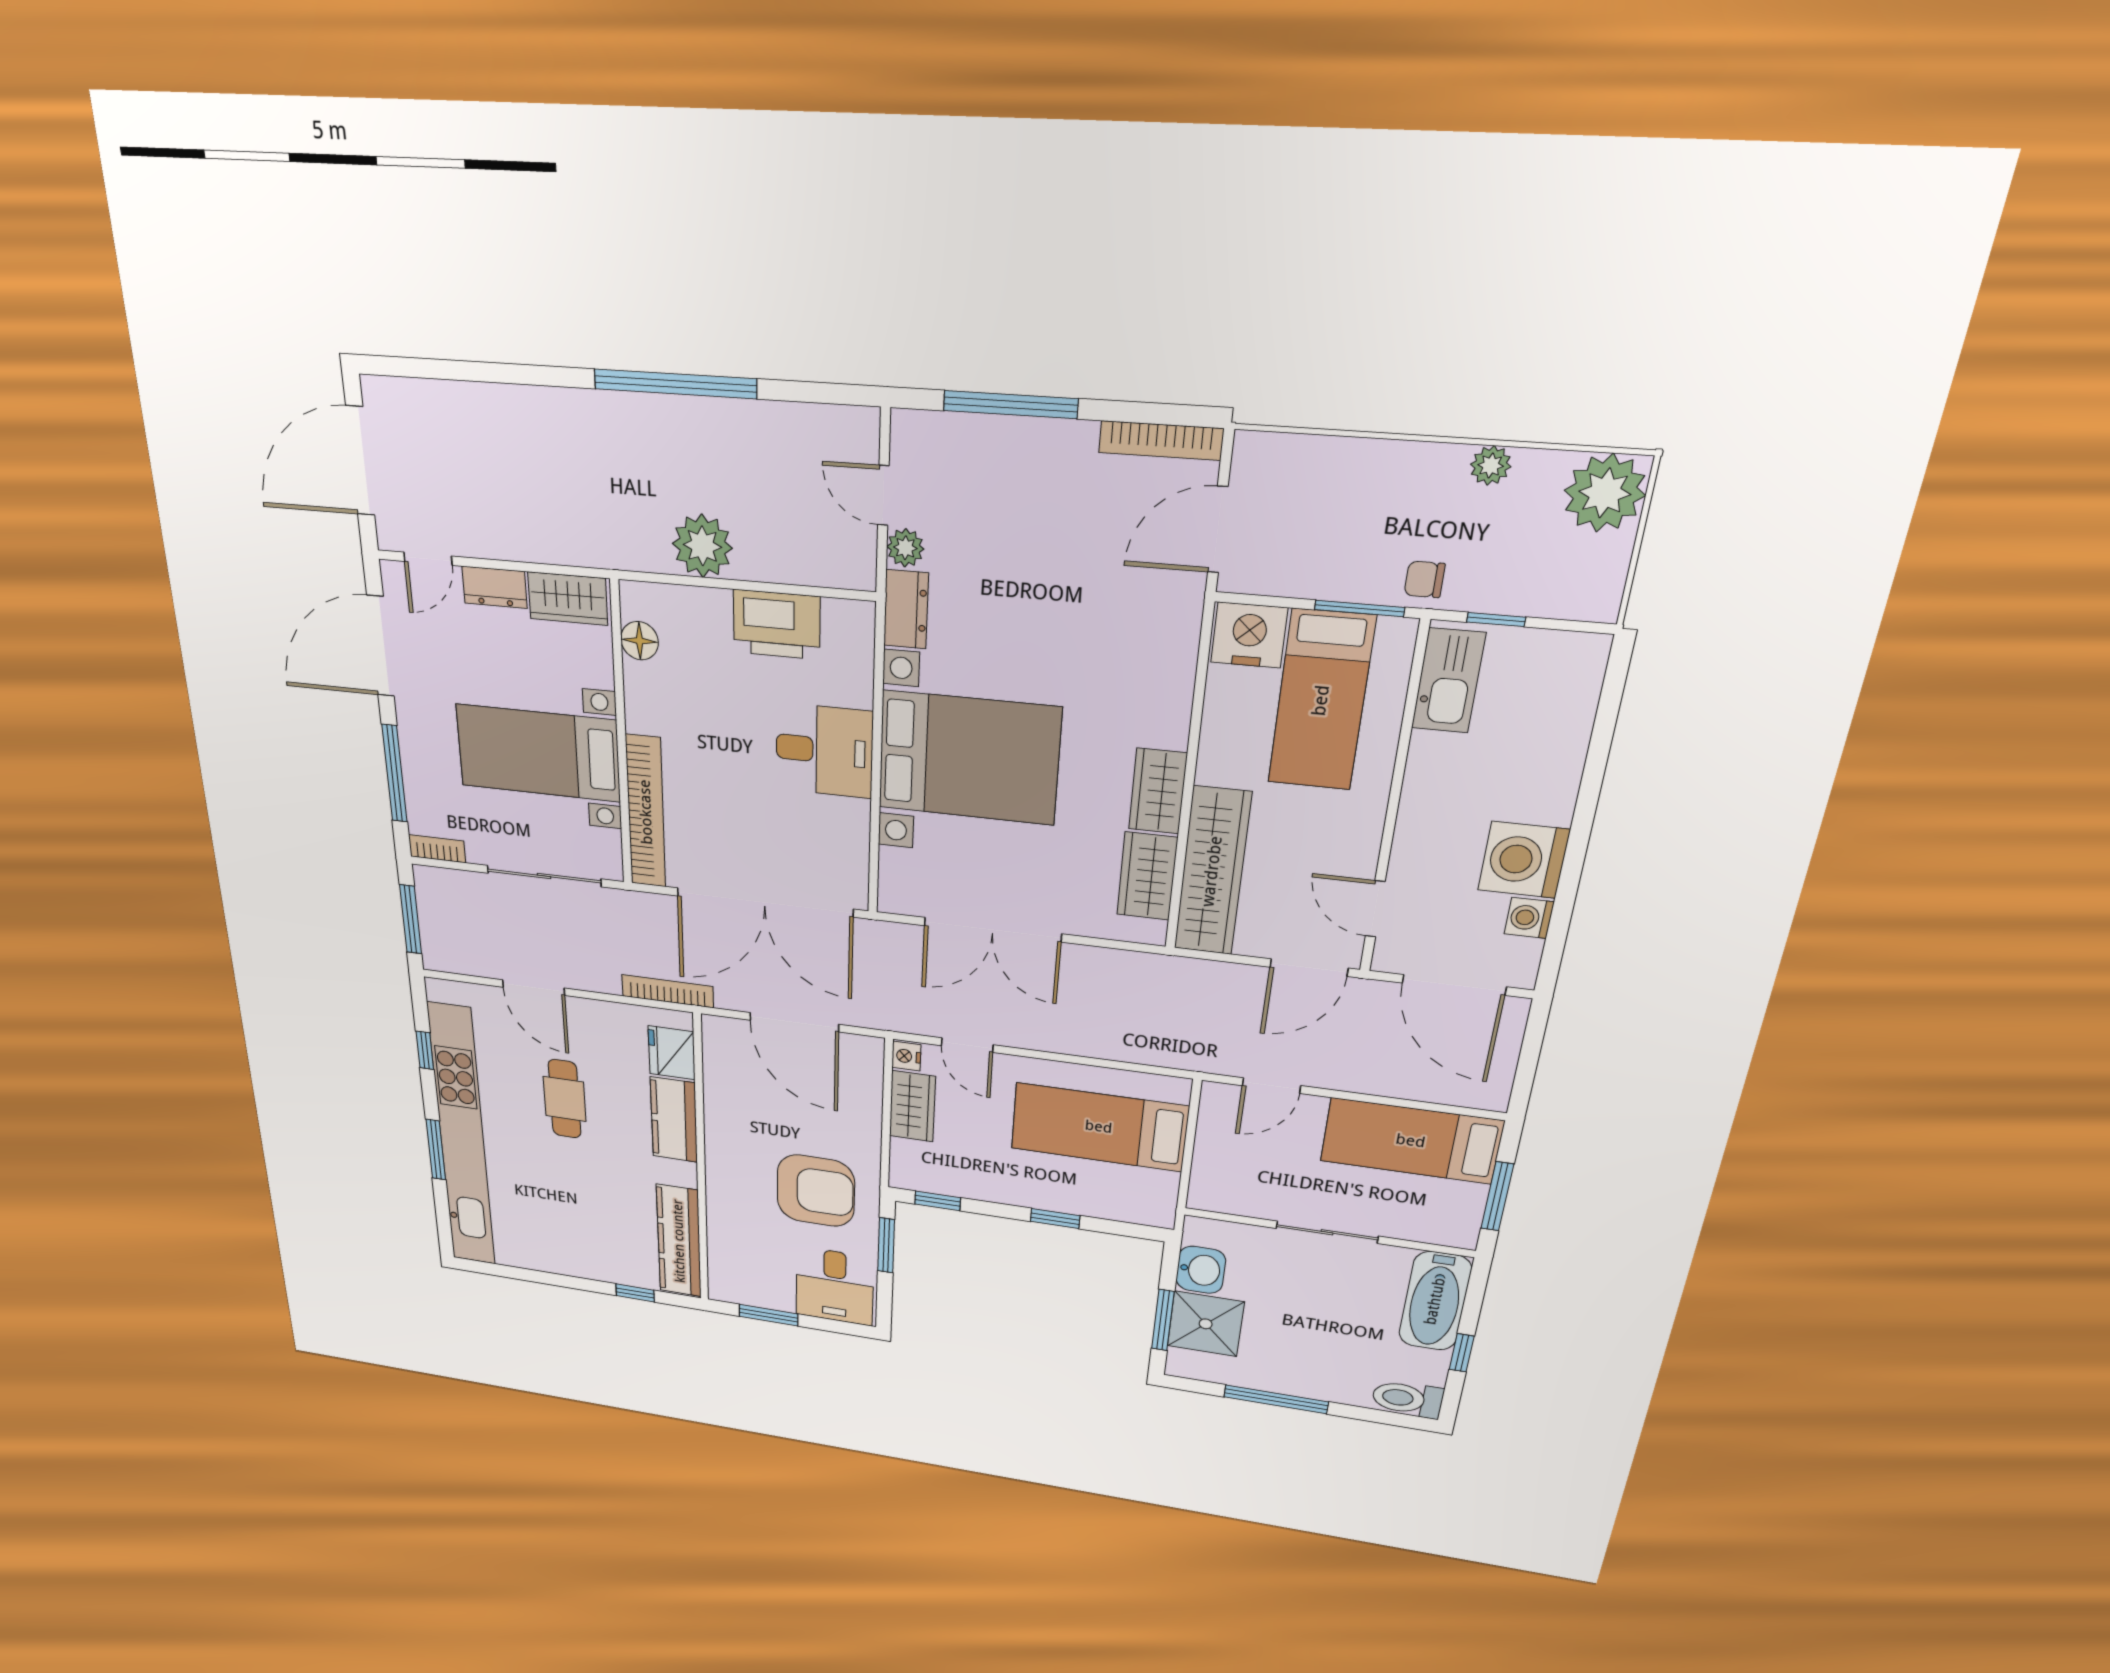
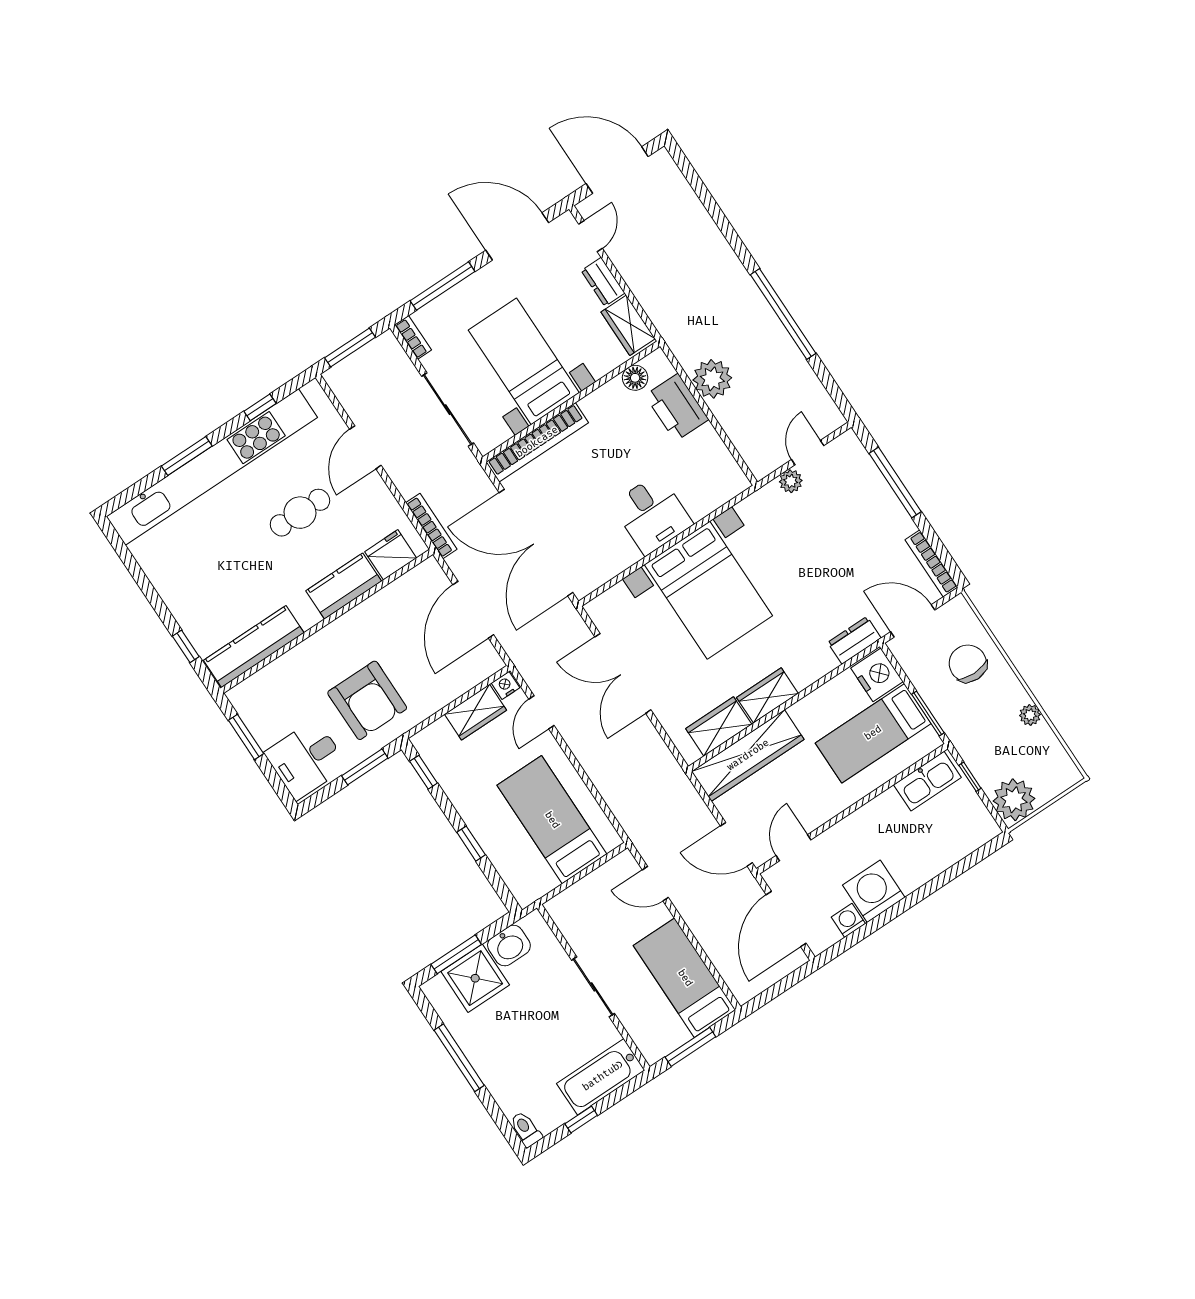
plant: (1605, 493) -> (1014, 800), moved
door: (428, 559) -> (591, 236), swing flipped
chair: (1425, 579) -> (968, 663), moved, width x1.87, depth x1.87
dresser: (906, 609) -> (854, 640), moved, turned 180
printer: (777, 625) -> (677, 407), moved
toilet: (1407, 1399) -> (526, 1129), width x0.73, depth x0.72

